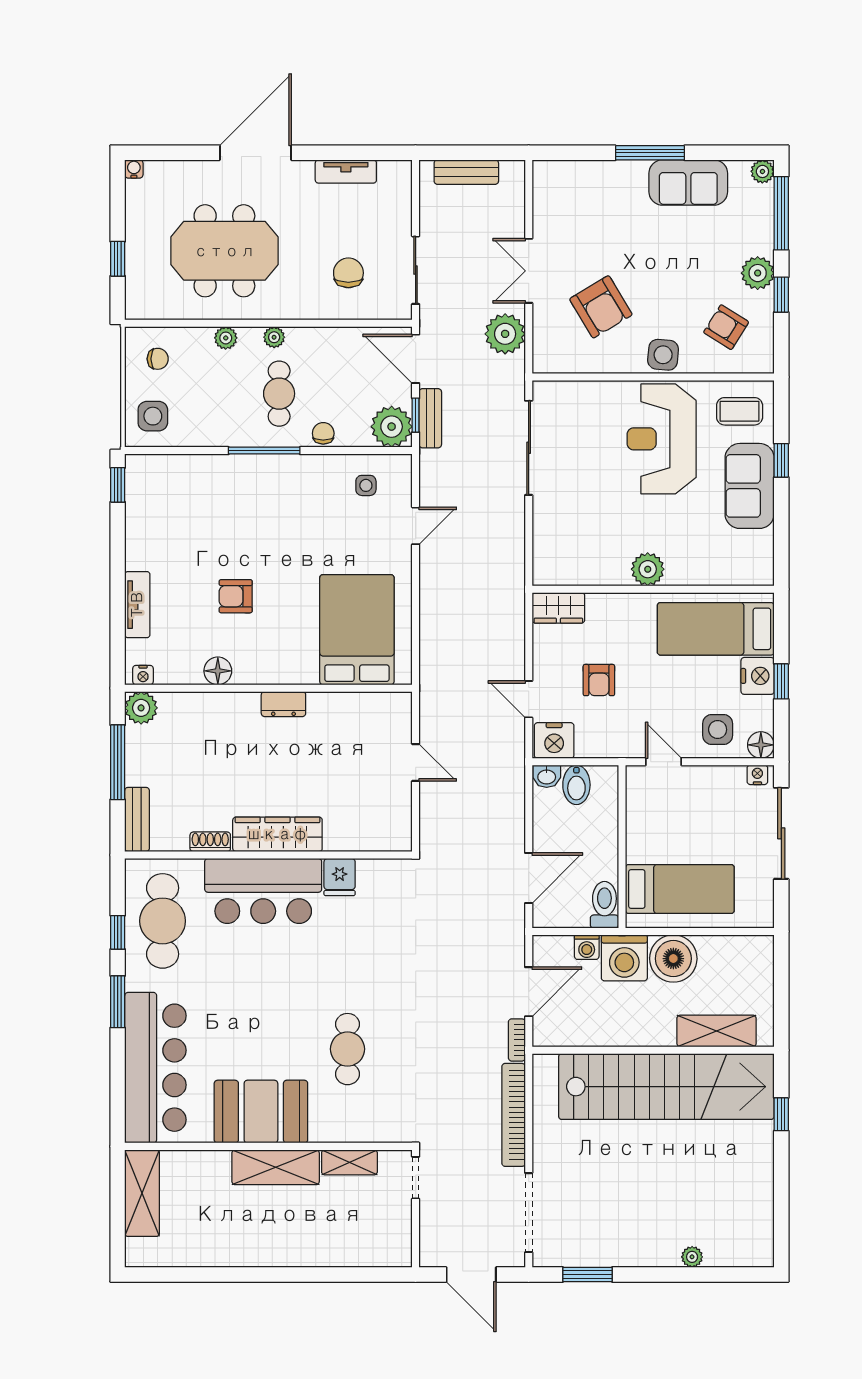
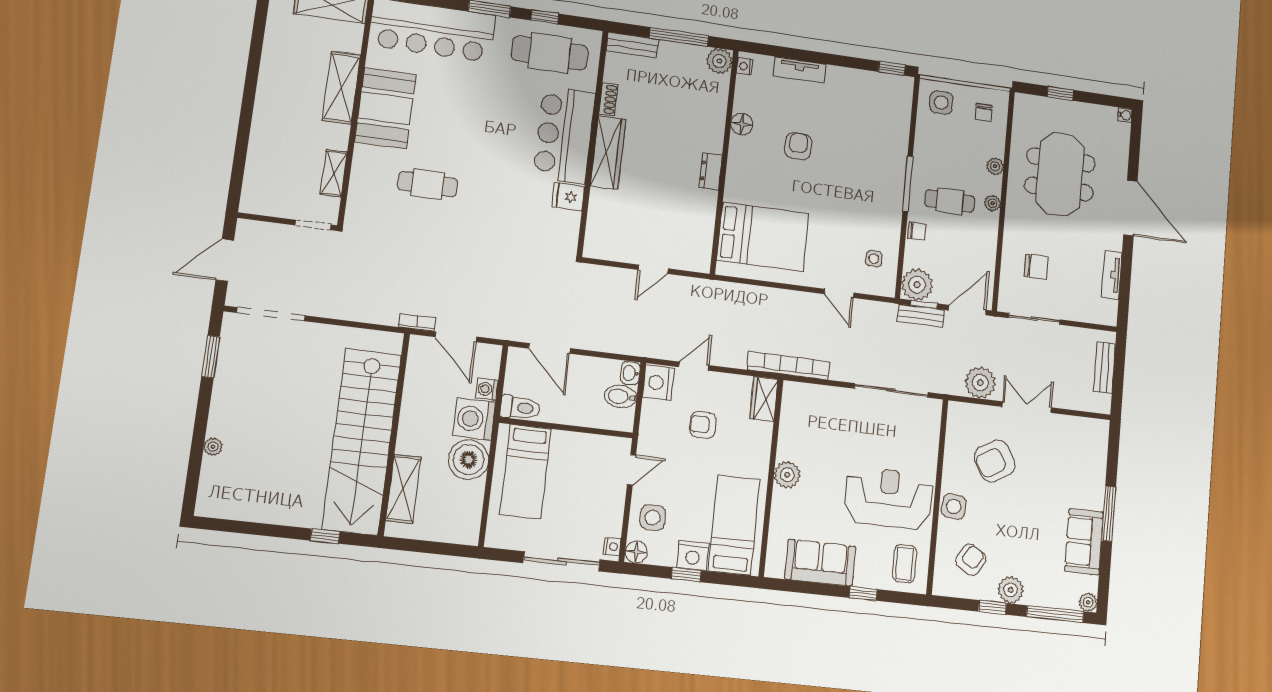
sofa: (750, 486) -> (820, 563), moved
bookcase: (514, 1115) -> (788, 366), moved
shelving: (276, 1167) -> (341, 88), moved

